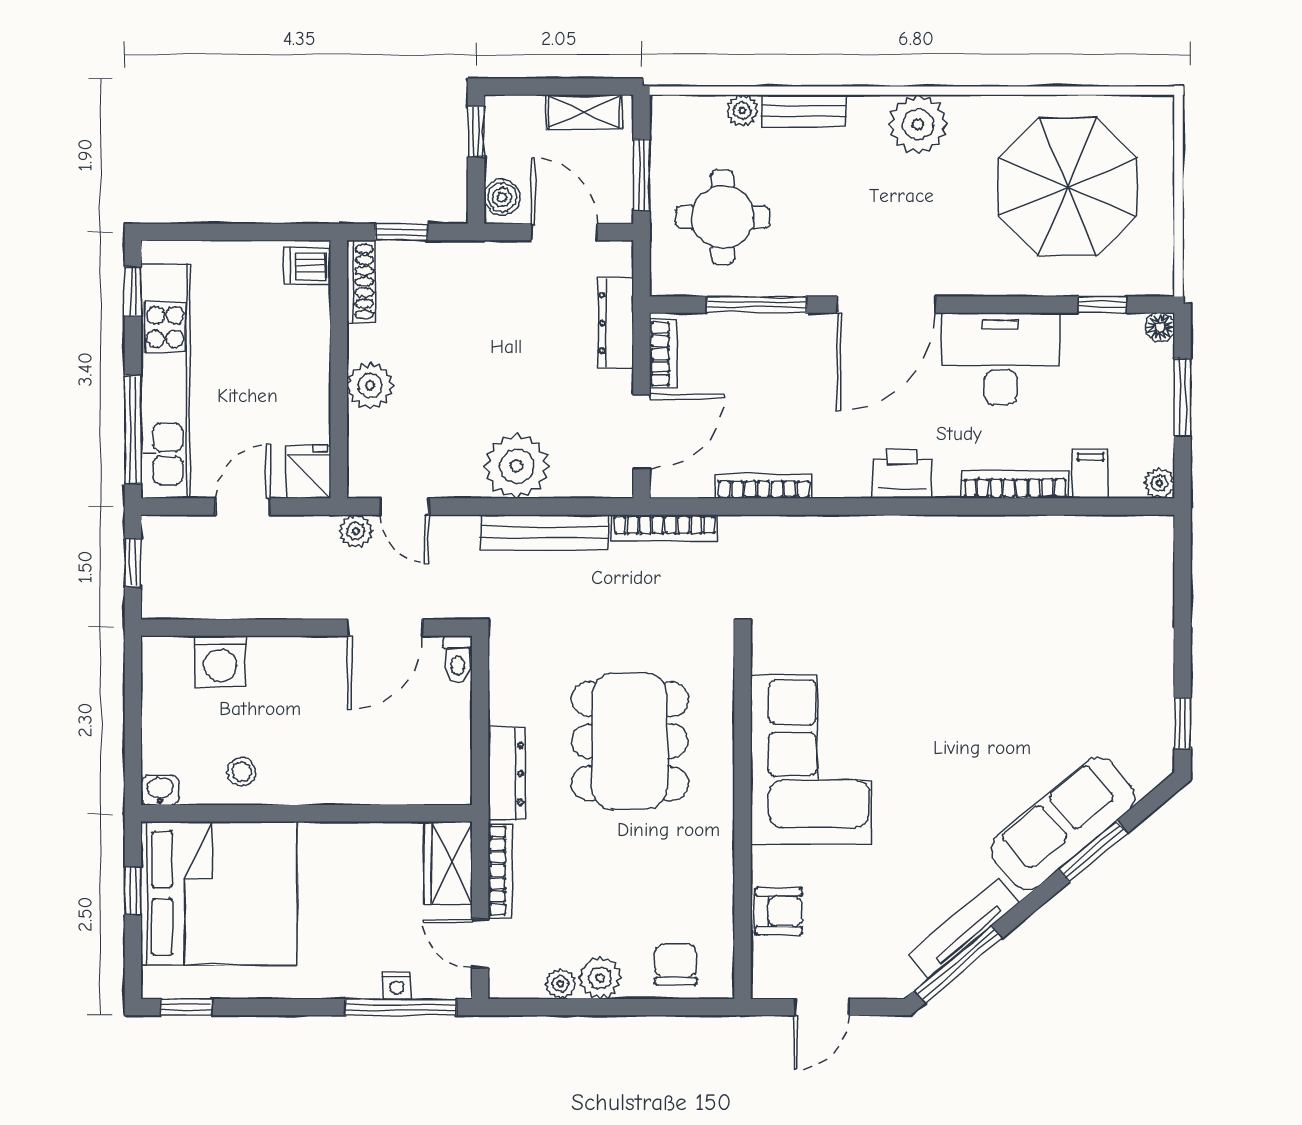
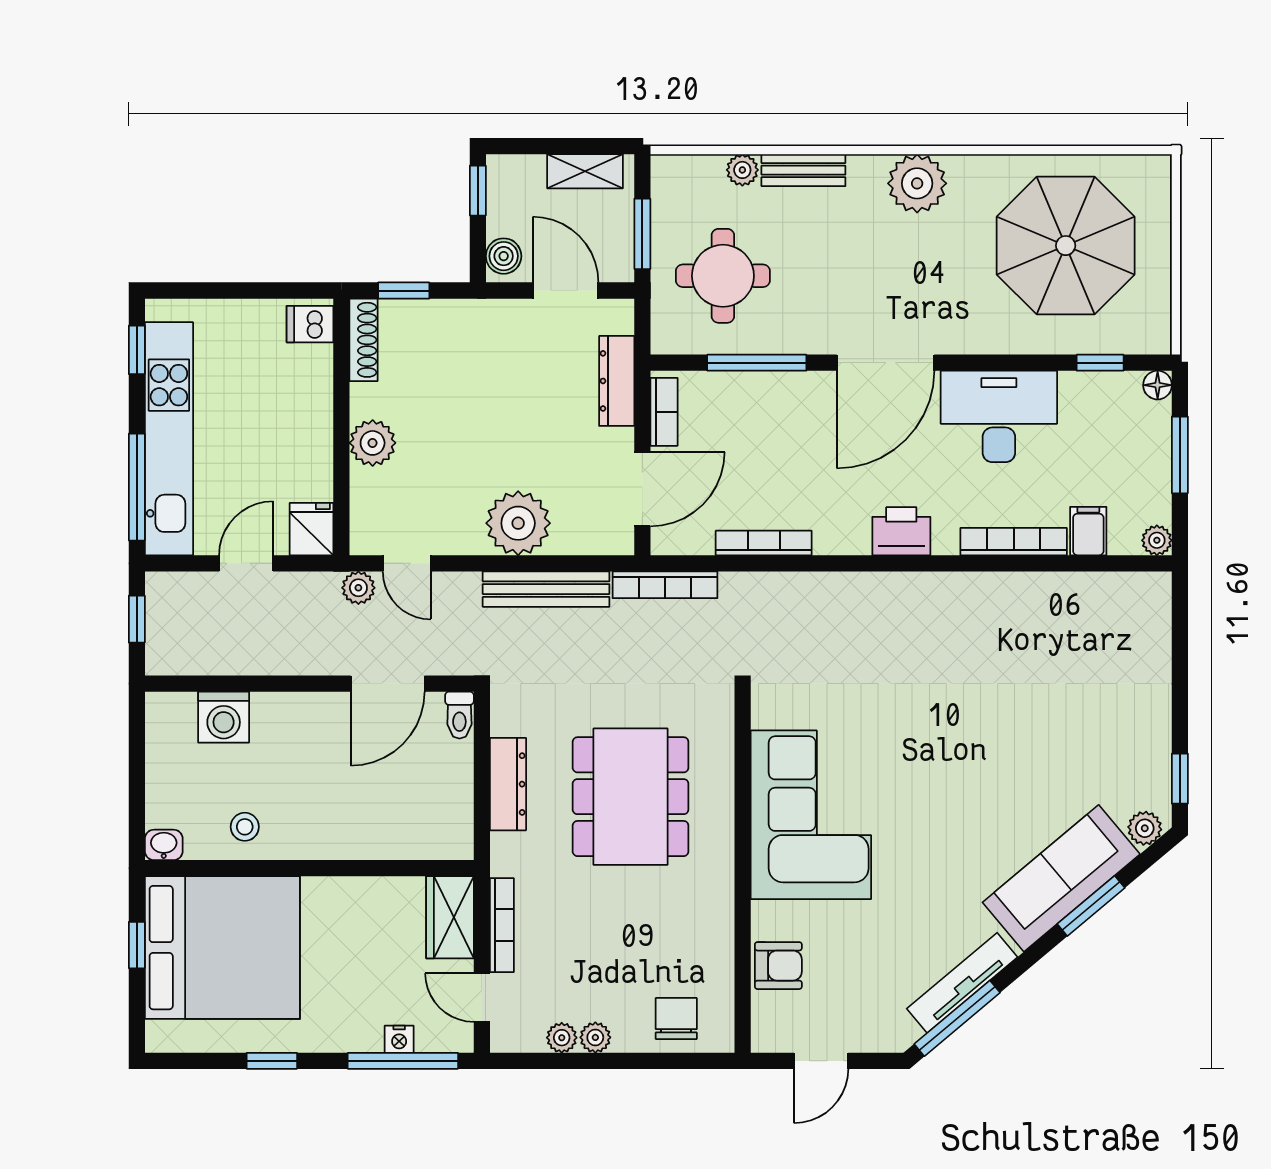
plant: (1147, 773) -> (1145, 828), added
dresser: (506, 774) -> (508, 784), moved
plant: (600, 978) -> (595, 1037), width x0.73, depth x0.73
window: (186, 1007) -> (272, 1061), moved

